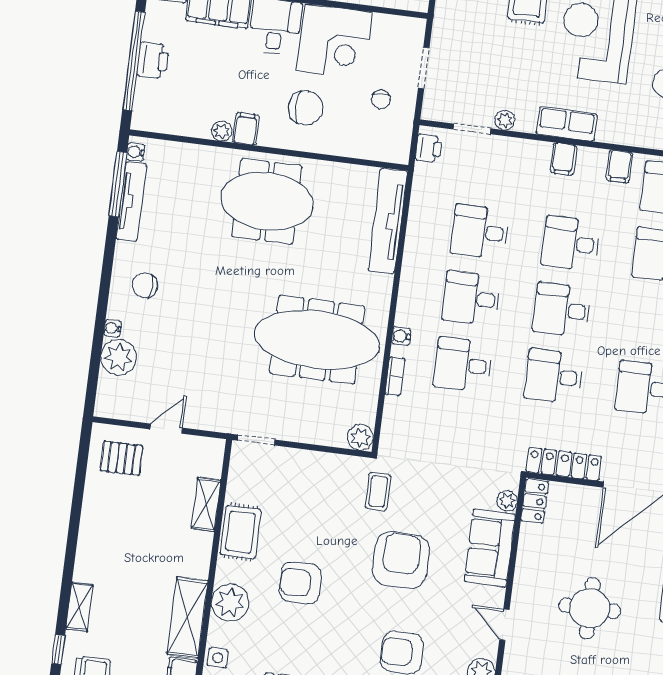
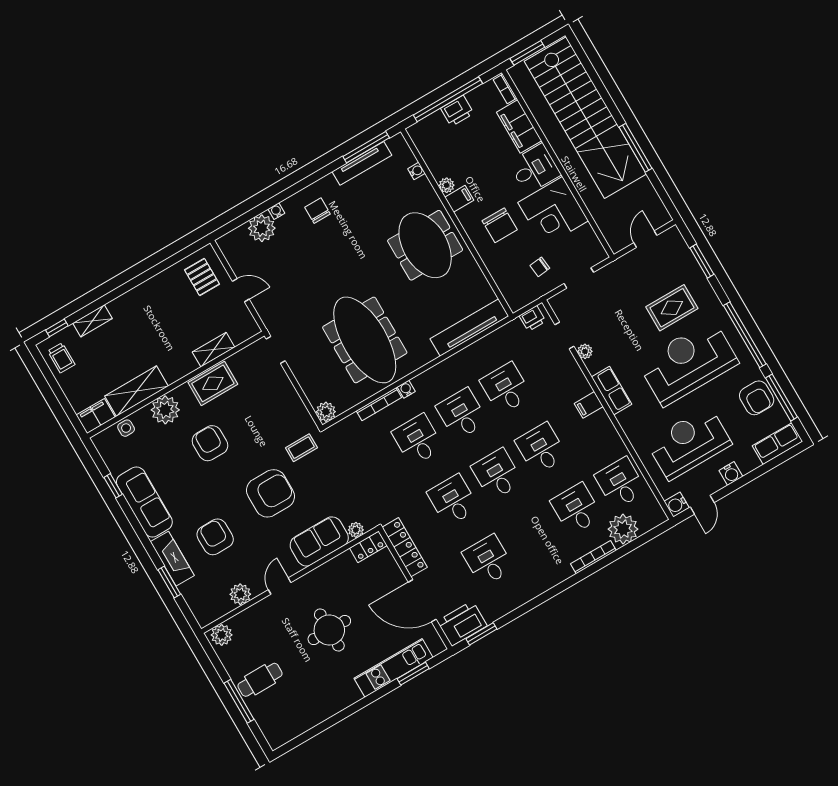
water cooler: (136, 152) -> (416, 171), moved, turned 90
filing cabinet: (619, 166) -> (610, 442), removed
bookcase: (395, 376) -> (379, 404), width x1.56

